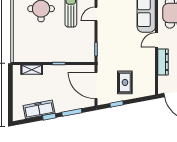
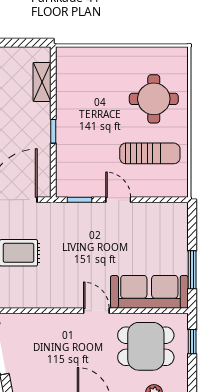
door: (96, 14) -> (118, 200), moved
dresser: (163, 62) -> (56, 322), removed

